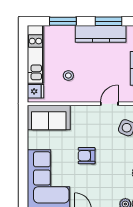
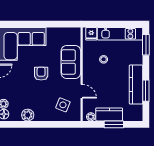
window: (63, 21) -> (146, 45), moved
sofa: (49, 118) -> (71, 62), moved

